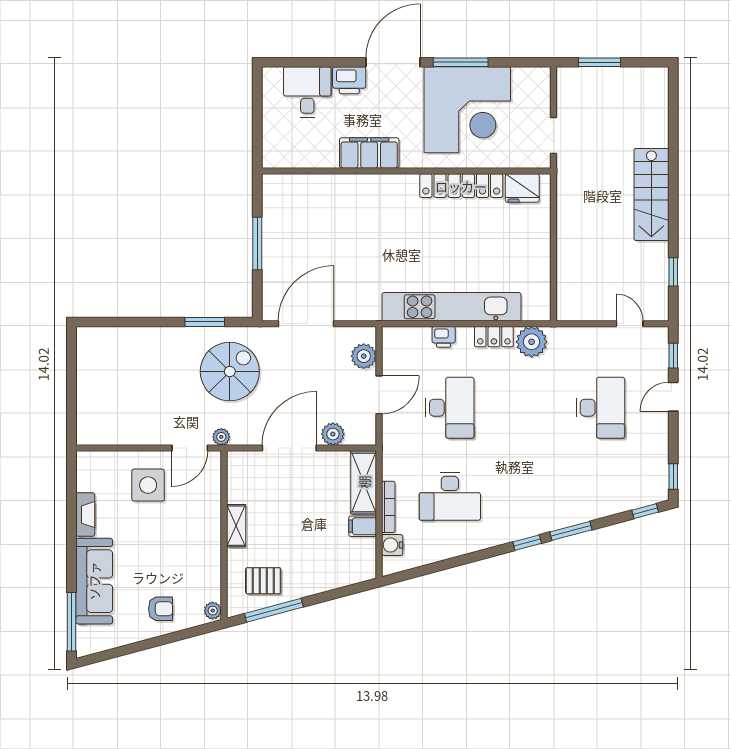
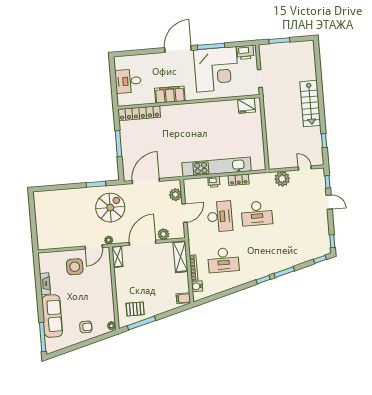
printer: (349, 80) -> (245, 52), moved
desk: (307, 92) -> (128, 81), moved, turned -90
locker: (461, 186) -> (139, 113), moved
plant: (532, 342) -> (282, 179), moved
door: (673, 397) -> (329, 202), swing flipped
desk: (601, 408) -> (257, 213), moved, turned 90
shelving: (236, 526) -> (117, 257), moved
filing cabinet: (363, 526) -> (183, 298), moved

